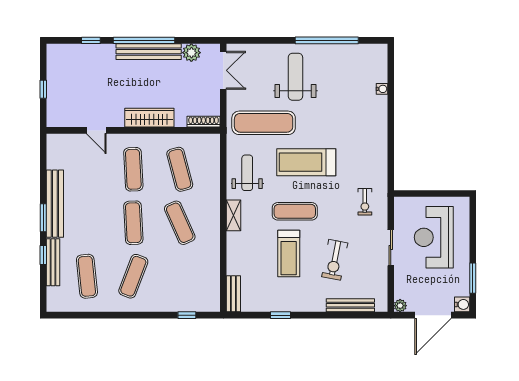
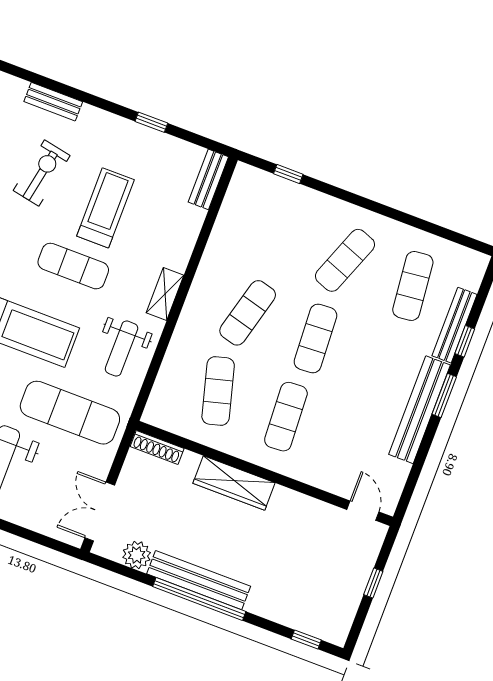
window: (91, 40) -> (306, 640), moved
door: (96, 130) -> (363, 511), moved
exercise mat: (180, 223) -> (248, 313), turned 39
bench: (350, 305) -> (53, 102), width x0.73

